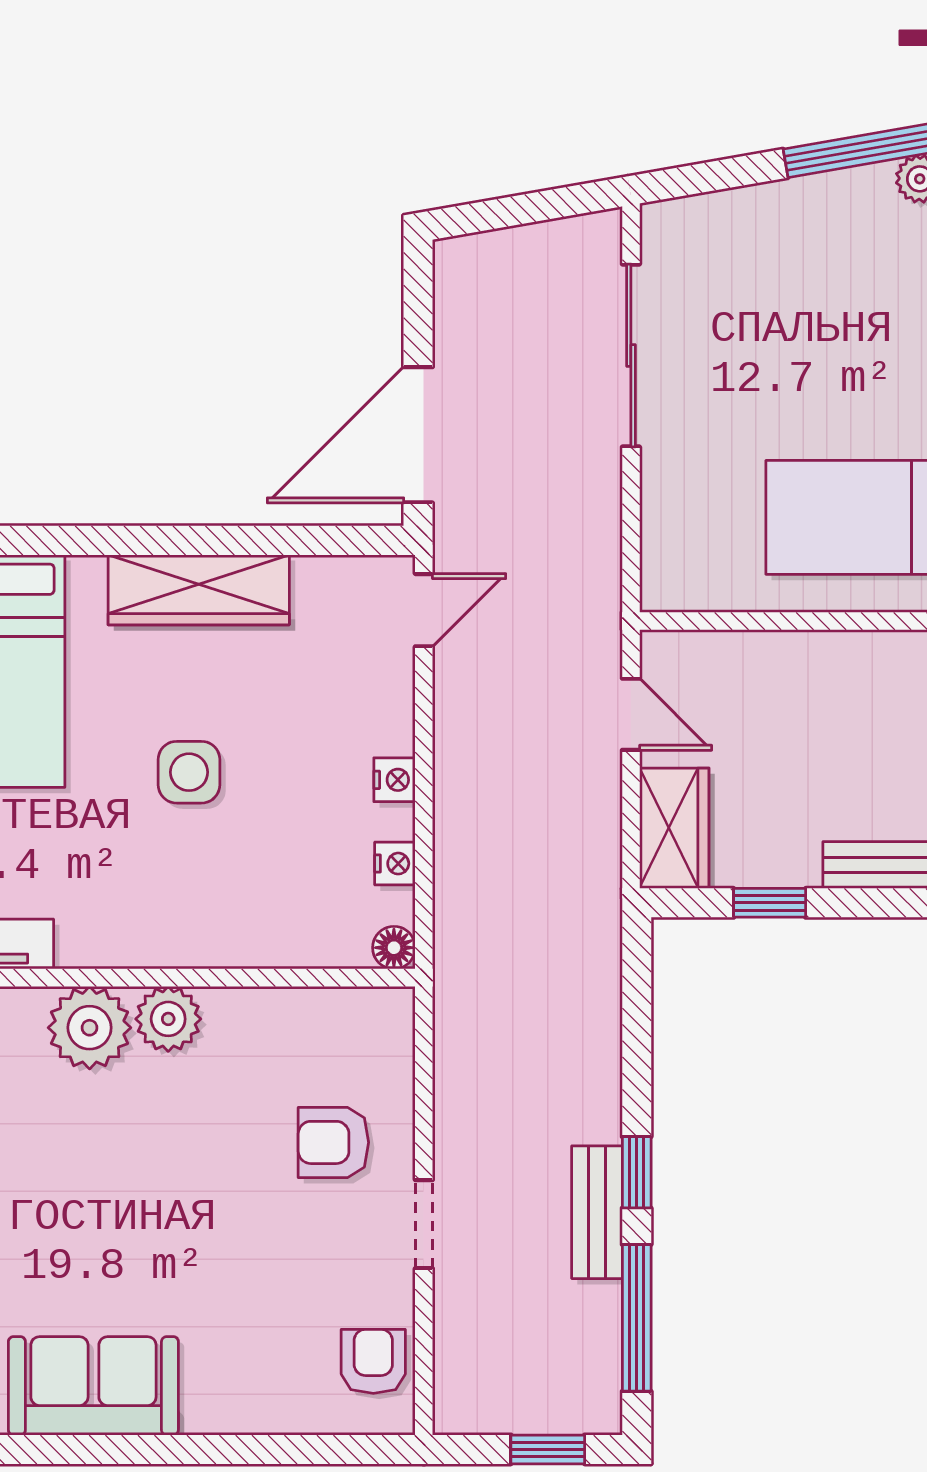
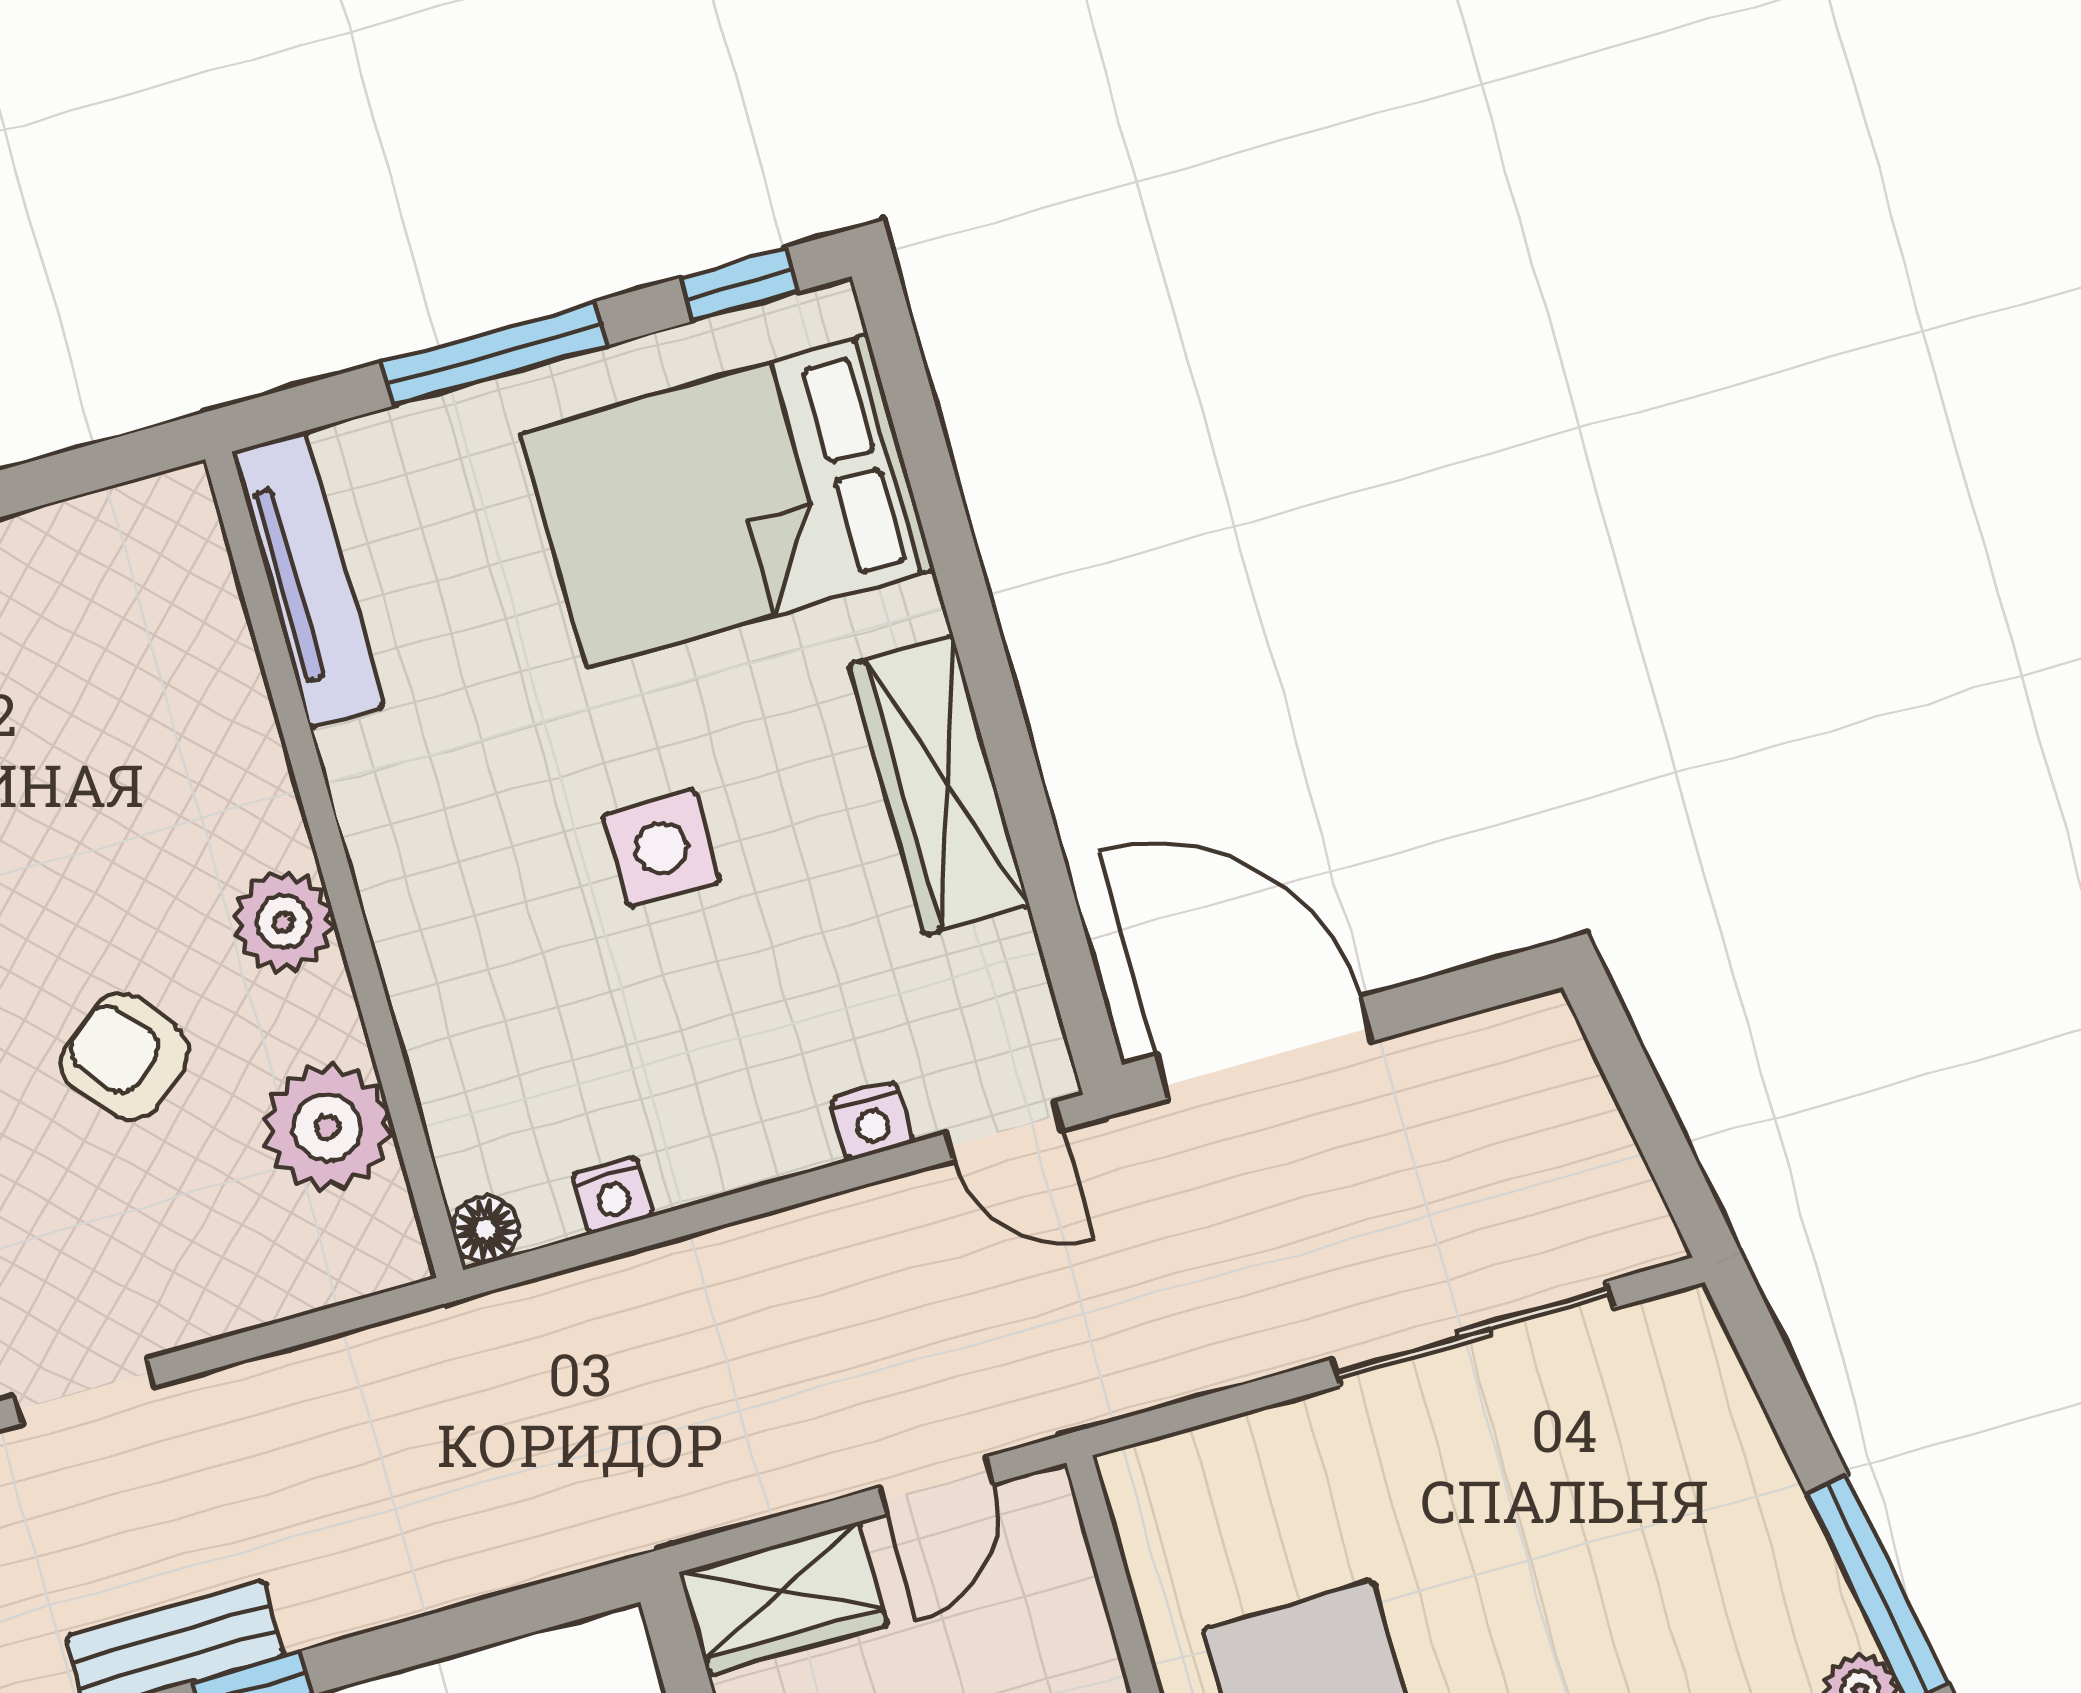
nightstand: (395, 780) -> (872, 1121), moved
plant: (90, 1028) -> (327, 1127), moved
armchair: (333, 1142) -> (125, 1056), moved, turned -40

